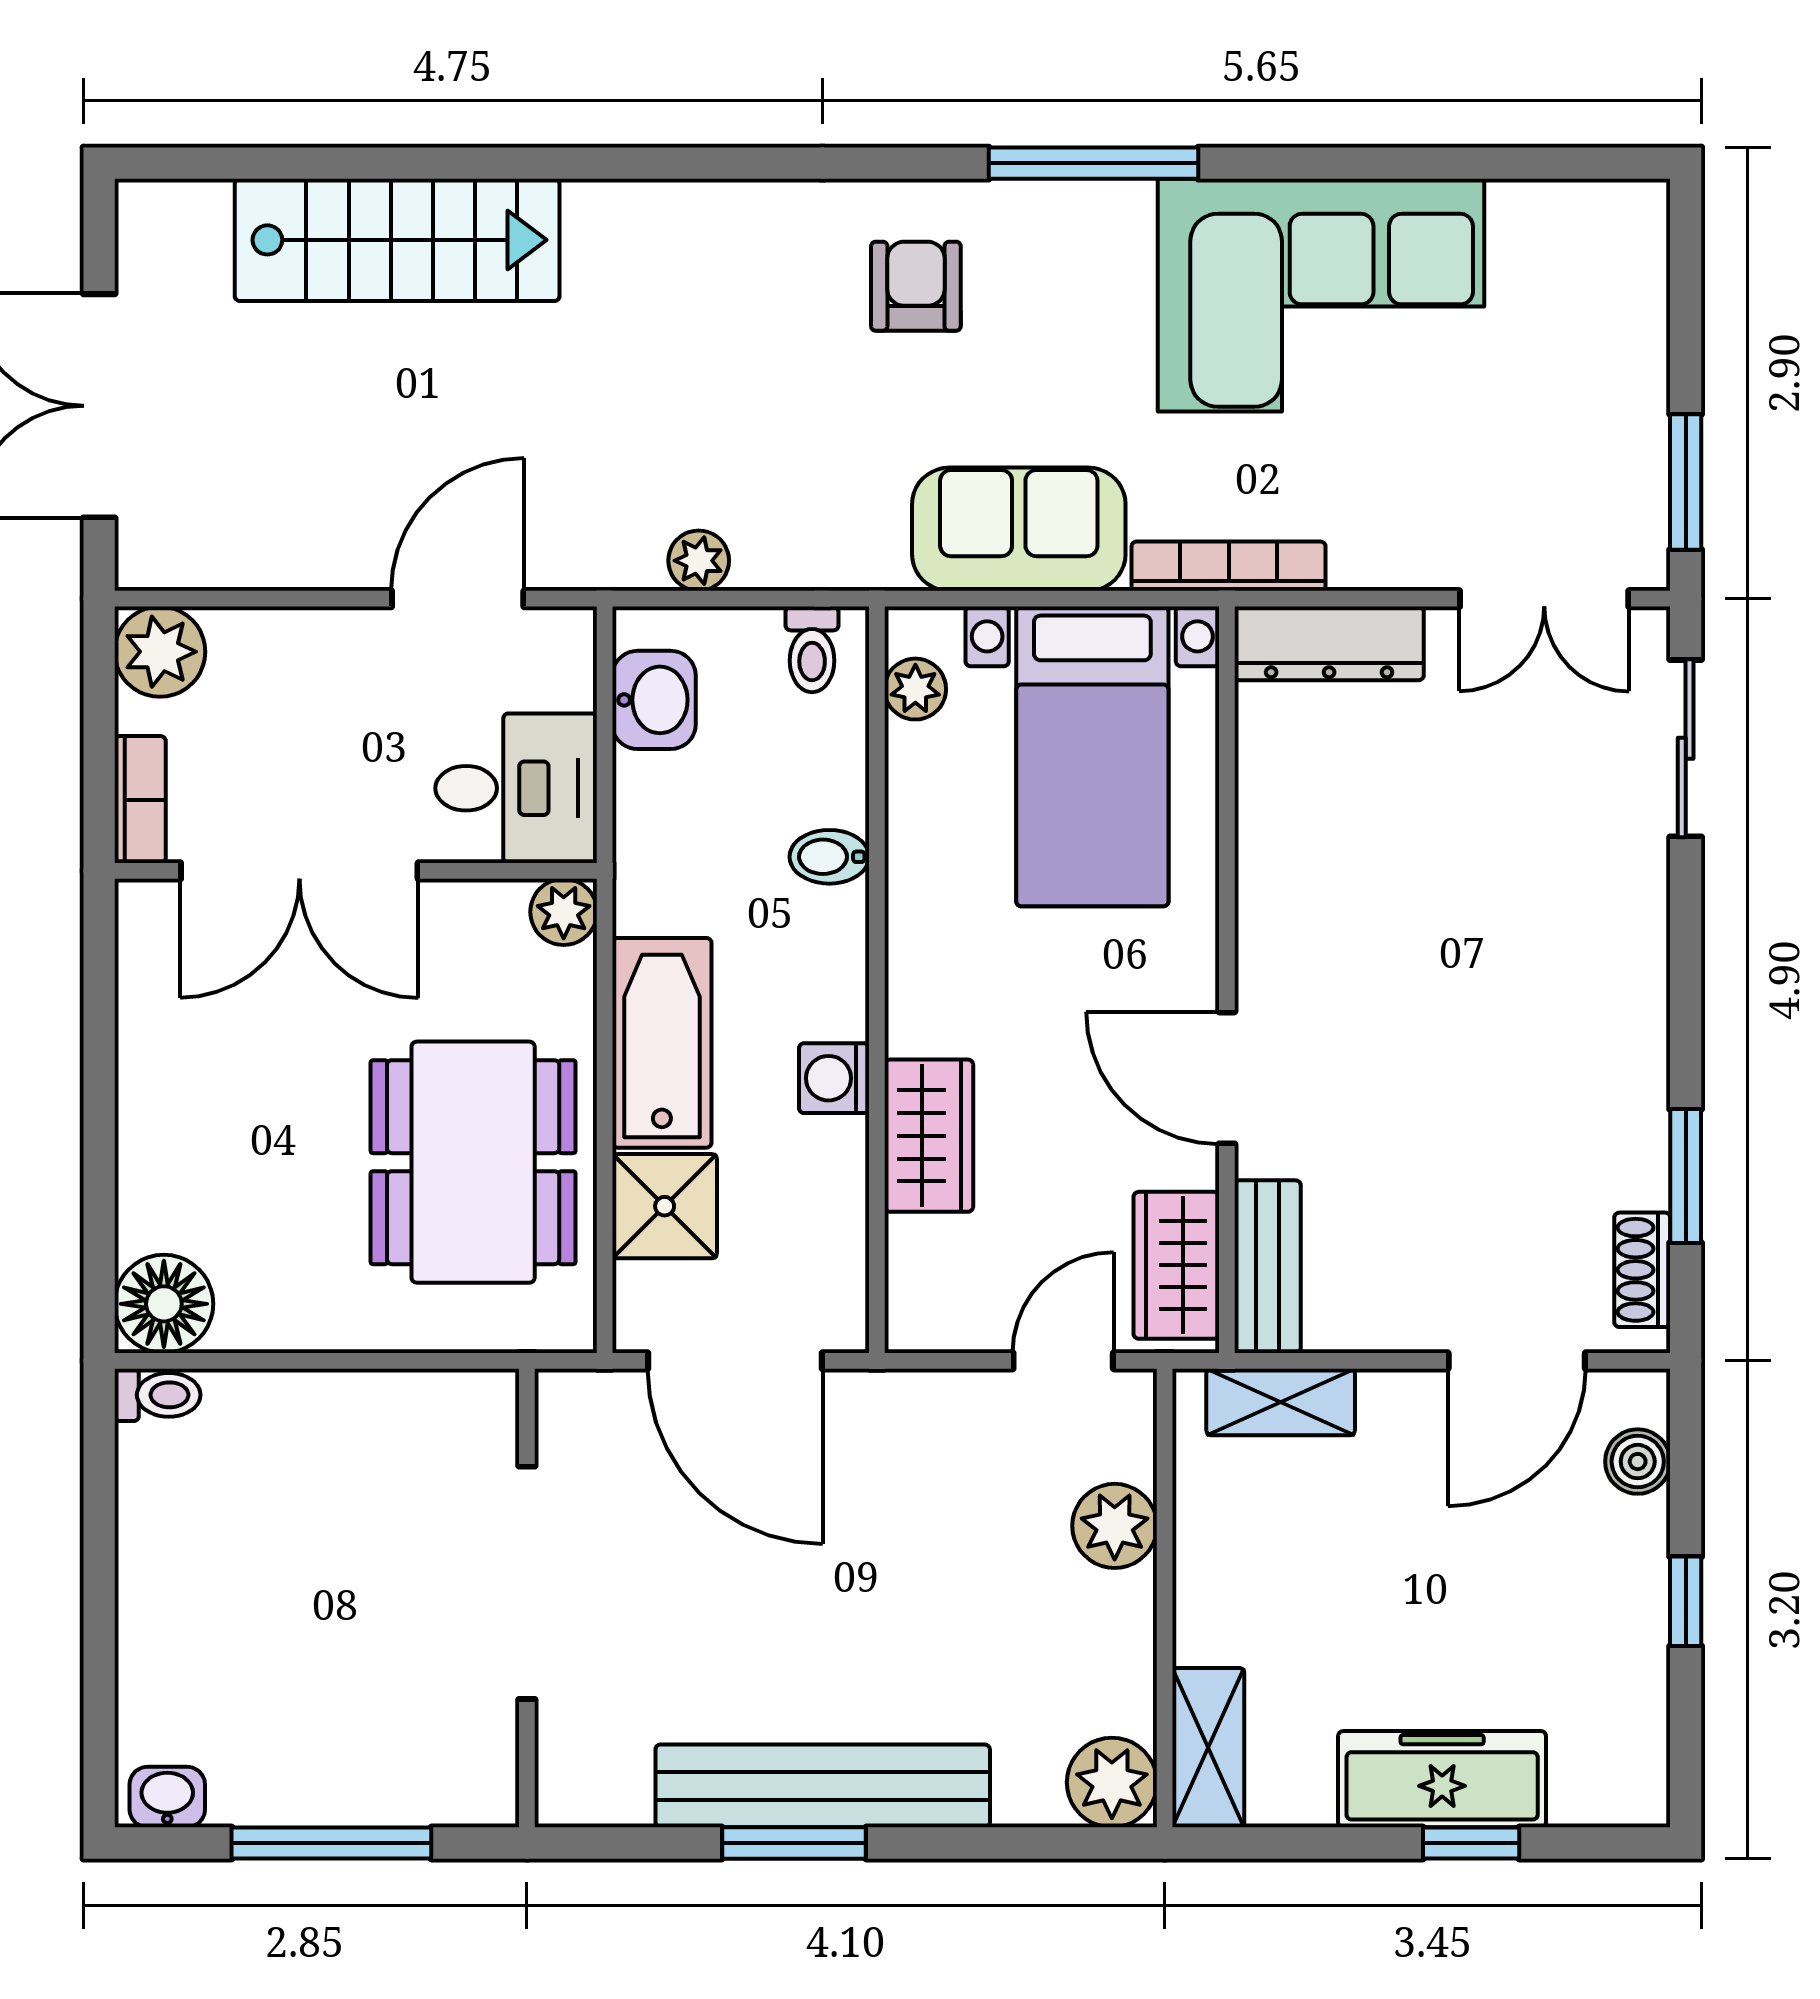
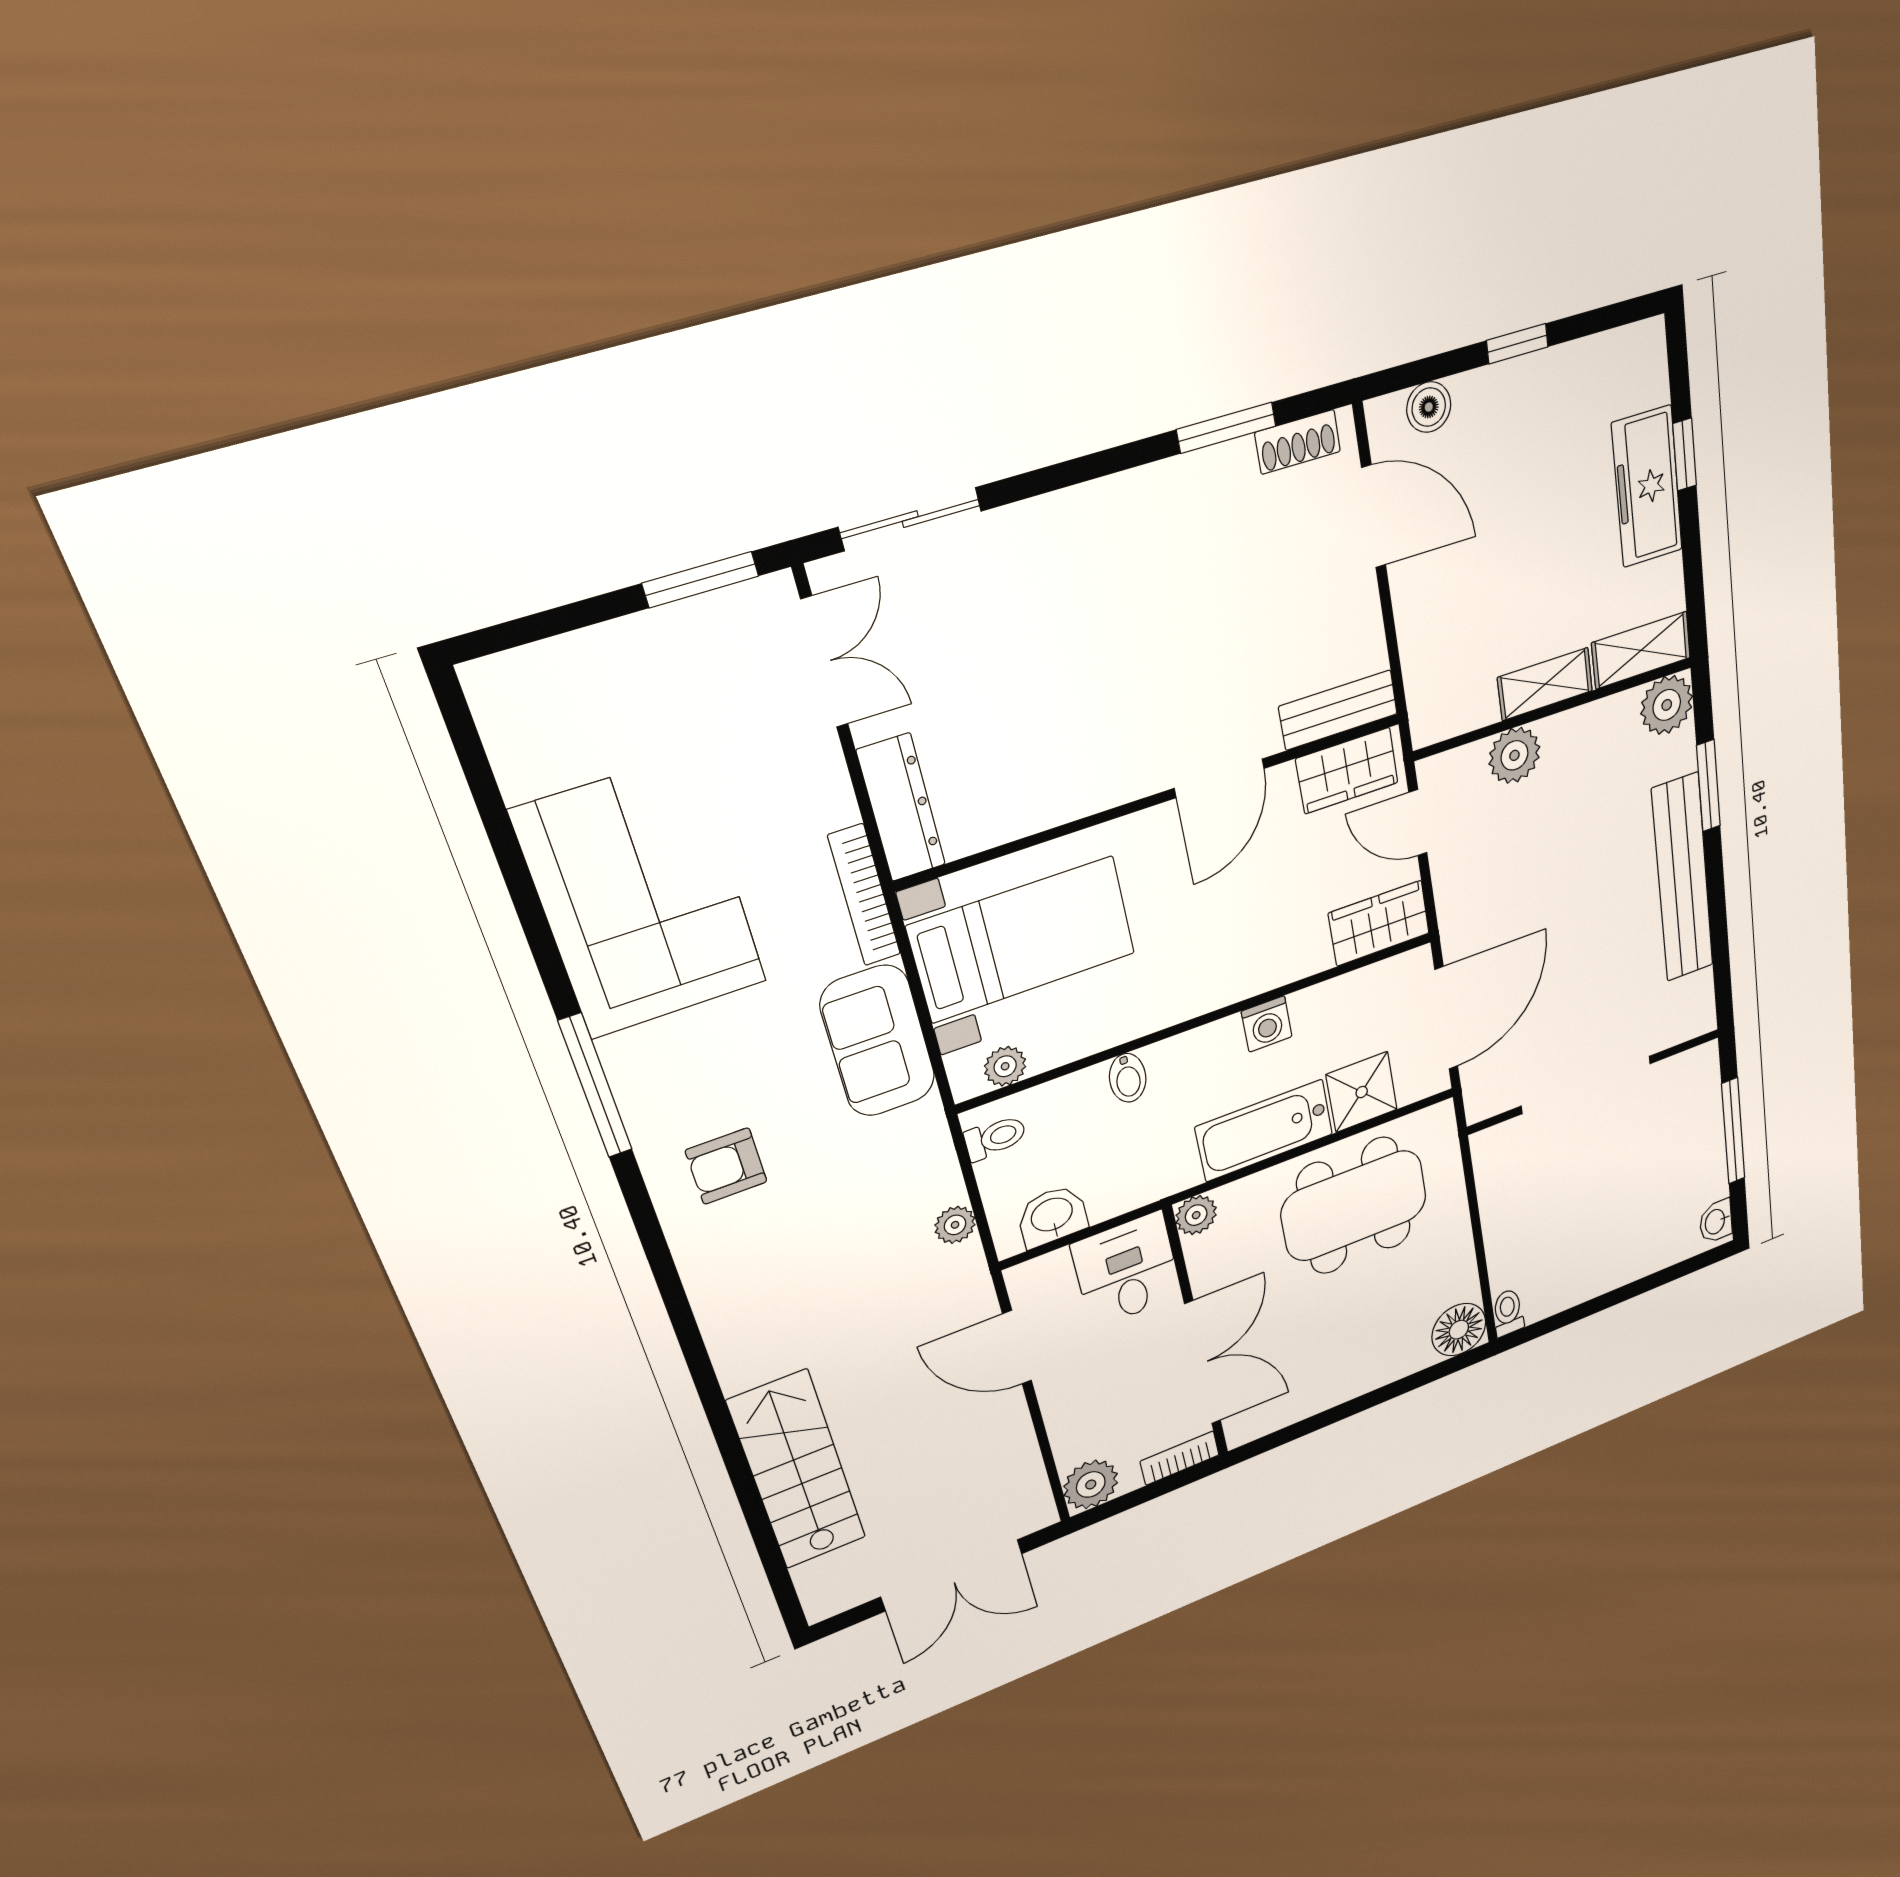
wardrobe: (929, 1136) -> (1379, 923), moved
shelving: (1281, 1402) -> (1545, 684), moved, turned 90
window: (794, 1843) -> (1708, 786), moved

